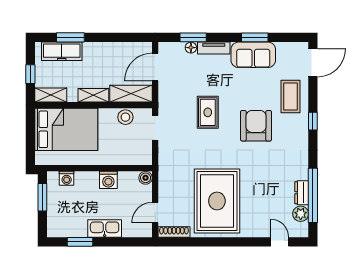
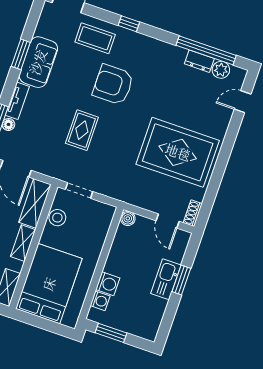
rug: (208, 112) -> (82, 130), turned 90
washing machine: (108, 180) -> (108, 284), moved
shoe rack: (174, 232) -> (193, 213), width x0.70
window: (80, 242) -> (181, 280), moved

